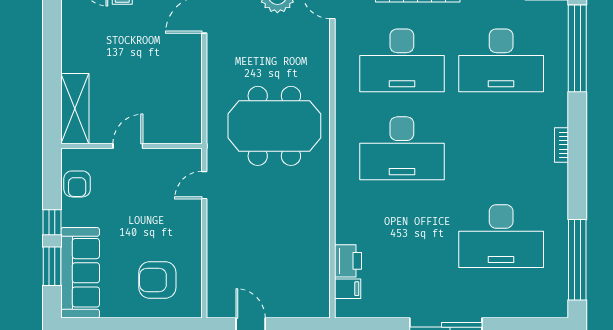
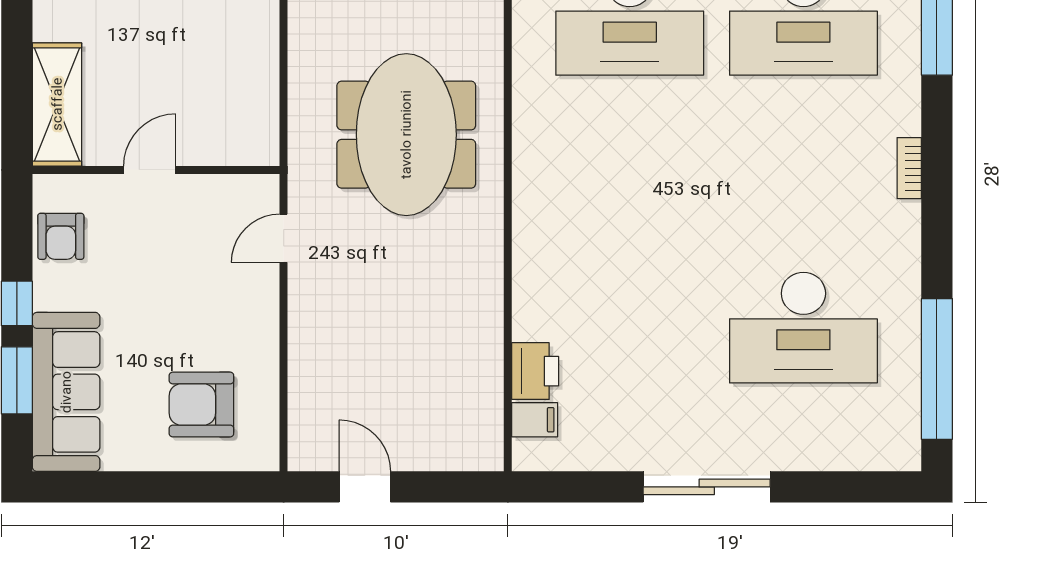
meeting table: (274, 126) -> (406, 135), turned 90
desk: (402, 148) -> (630, 174), removed

